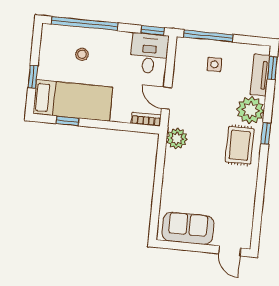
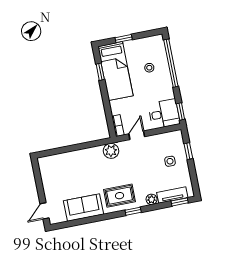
window: (208, 36) -> (188, 151), width x0.46
plant: (250, 110) -> (152, 199), width x0.53, depth x0.53
sofa: (188, 228) -> (84, 208), moved, turned -90

